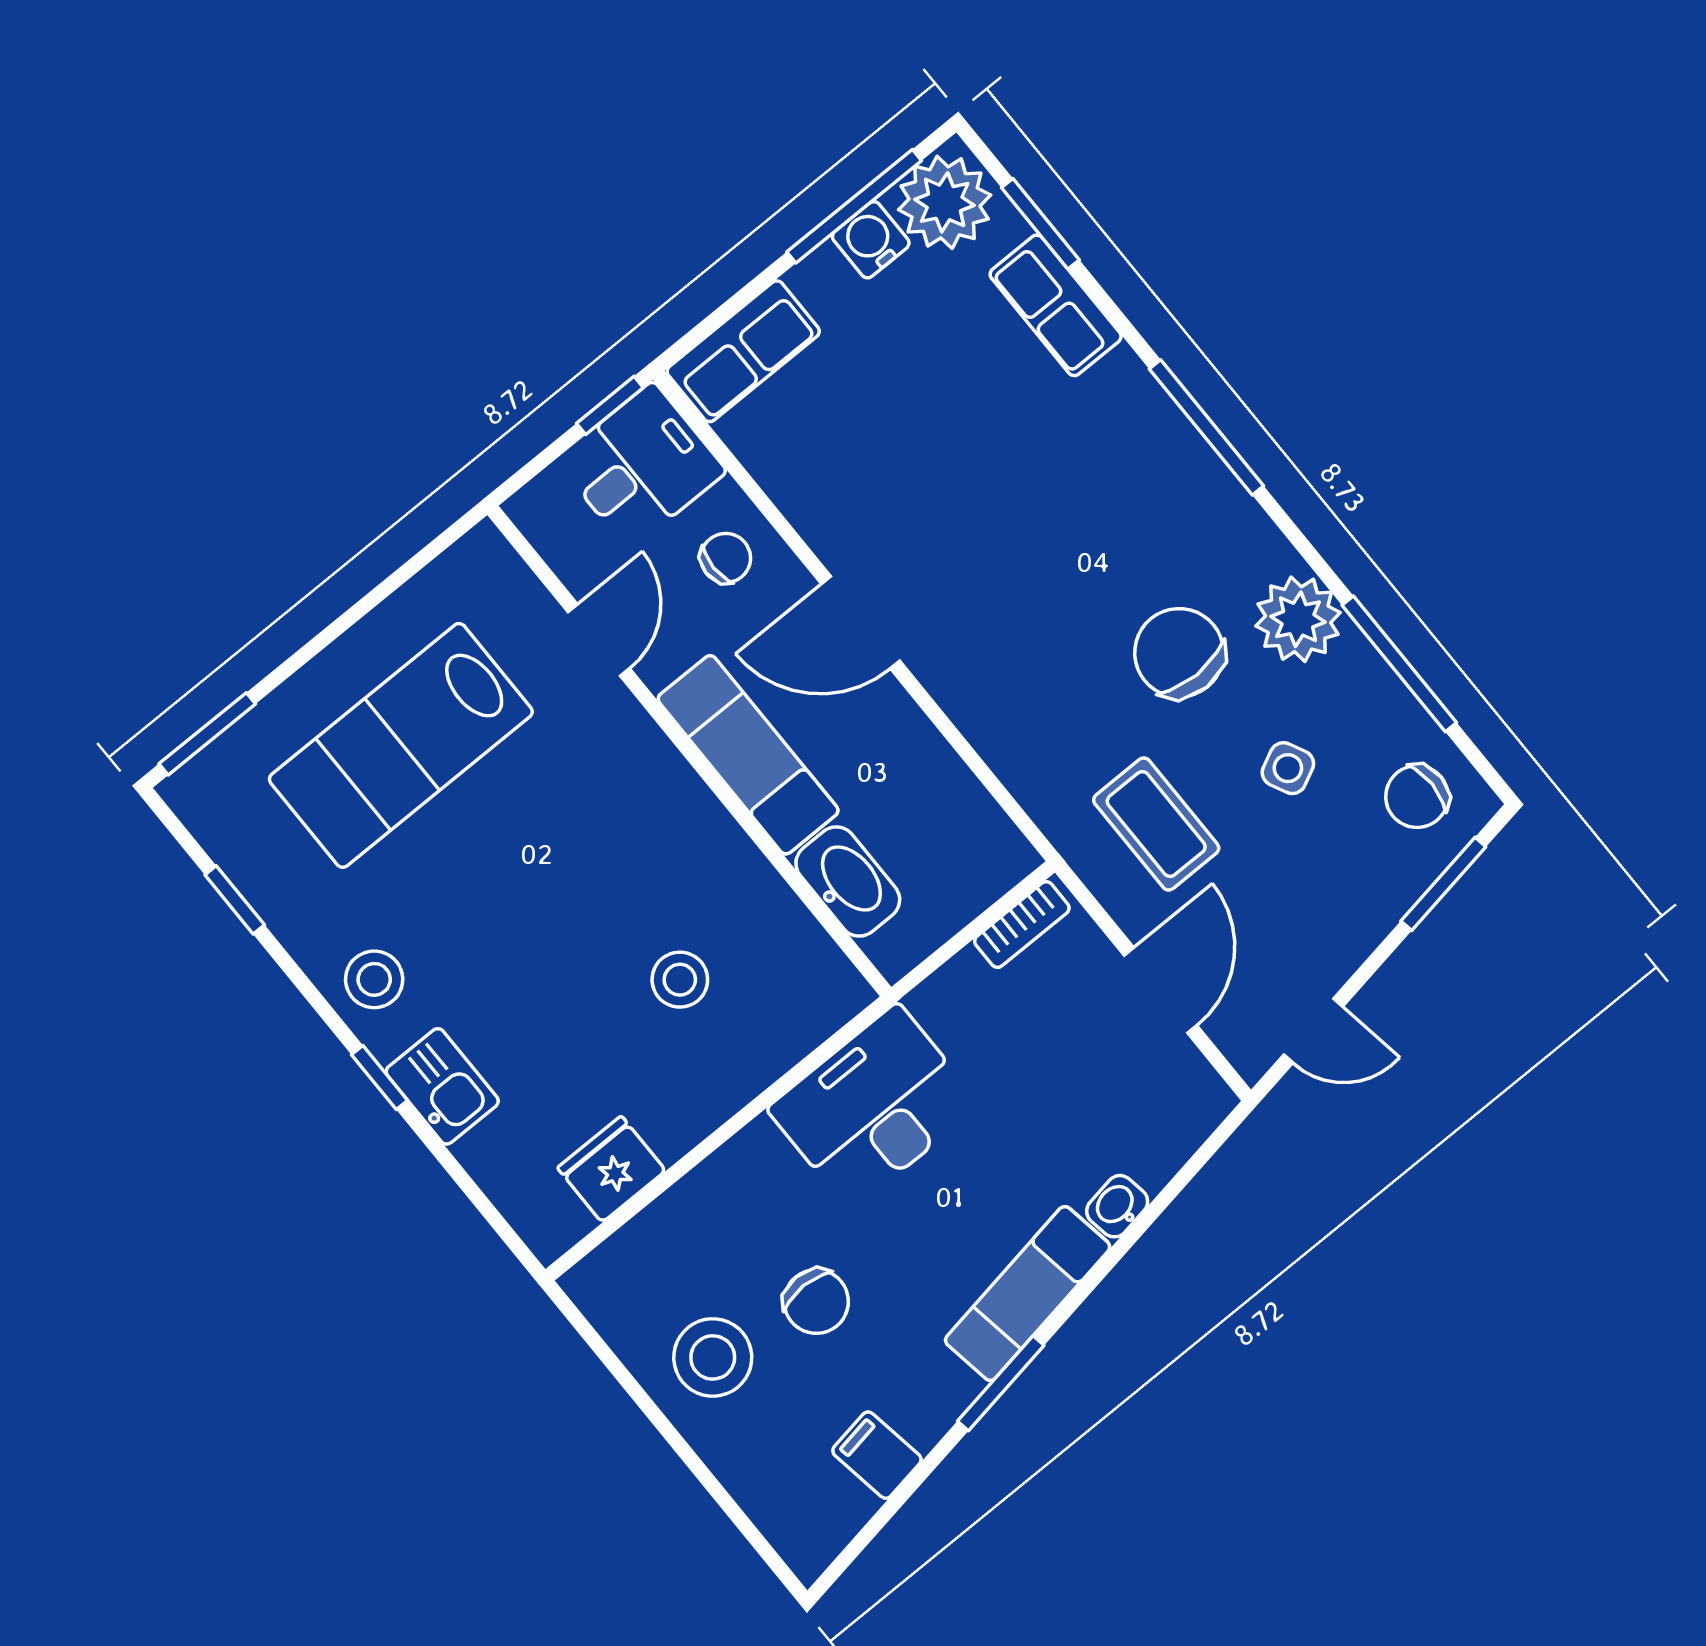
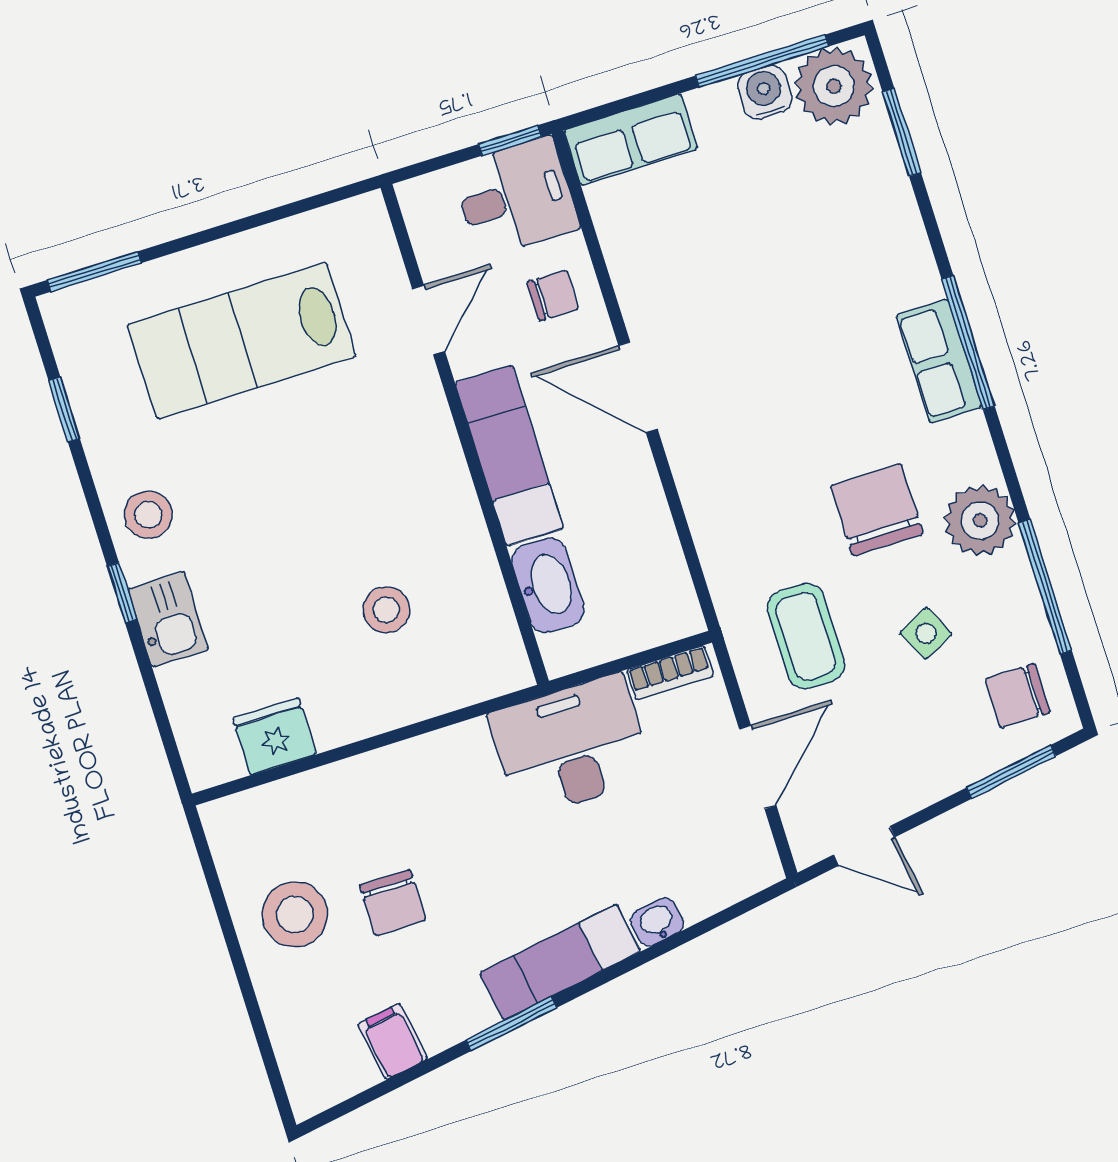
row of seats: (1056, 305) -> (939, 361), moved
desk: (874, 1107) -> (571, 746), moved

